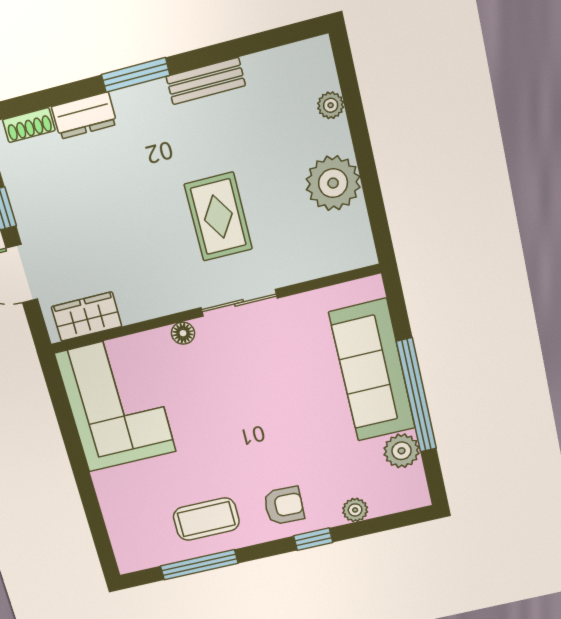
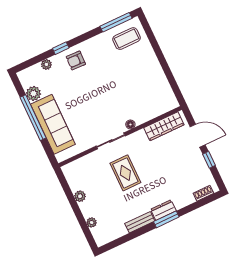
dresser: (84, 116) -> (163, 210), moved
plant: (333, 183) -> (80, 196), width x0.53, depth x0.53
wardrobe: (87, 317) -> (164, 126), width x1.50
corner sofa: (116, 403) -> (152, 91), removed
coffee table: (206, 519) -> (127, 39), moved
window: (199, 565) -> (116, 22), moved

